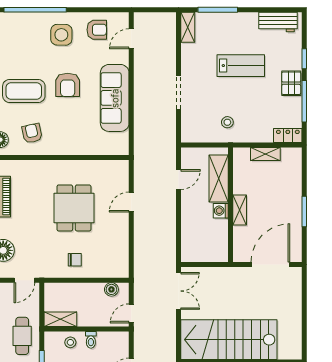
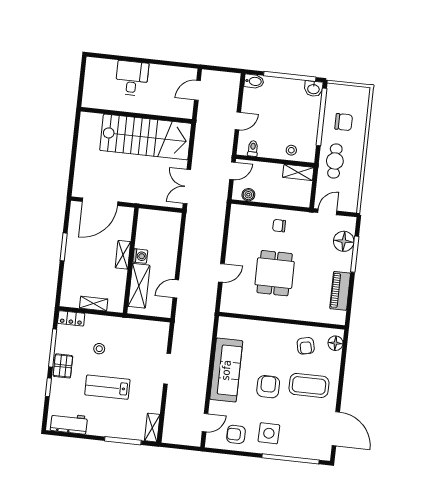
stool: (227, 122) -> (99, 349), moved
toilet: (91, 340) -> (253, 148), moved

